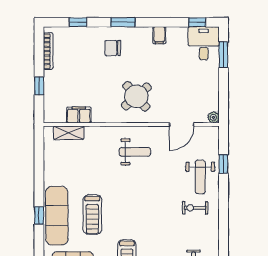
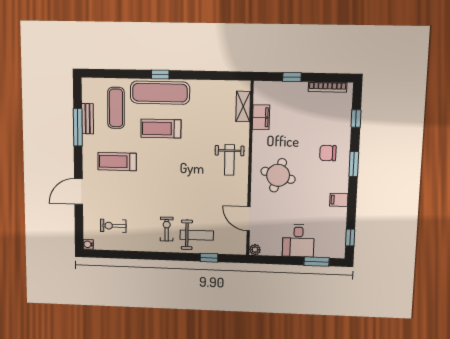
desk: (204, 43) -> (298, 241), moved, turned 90
chair: (113, 48) -> (328, 153), turned -90
round table: (136, 96) -> (278, 175), turned -33
weight bench: (135, 152) -> (229, 160), moved
weight bench: (200, 177) -> (197, 235), turned 180

